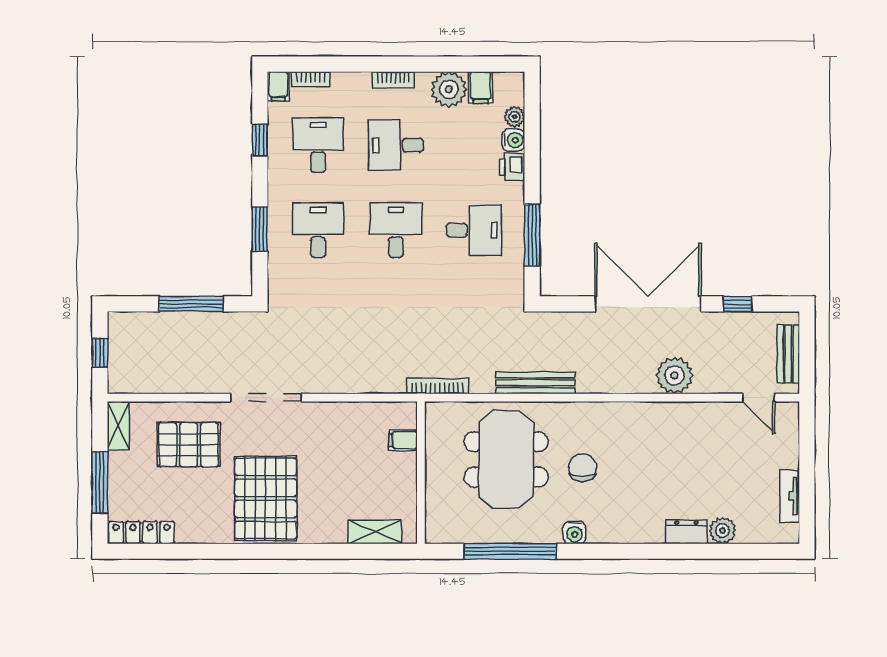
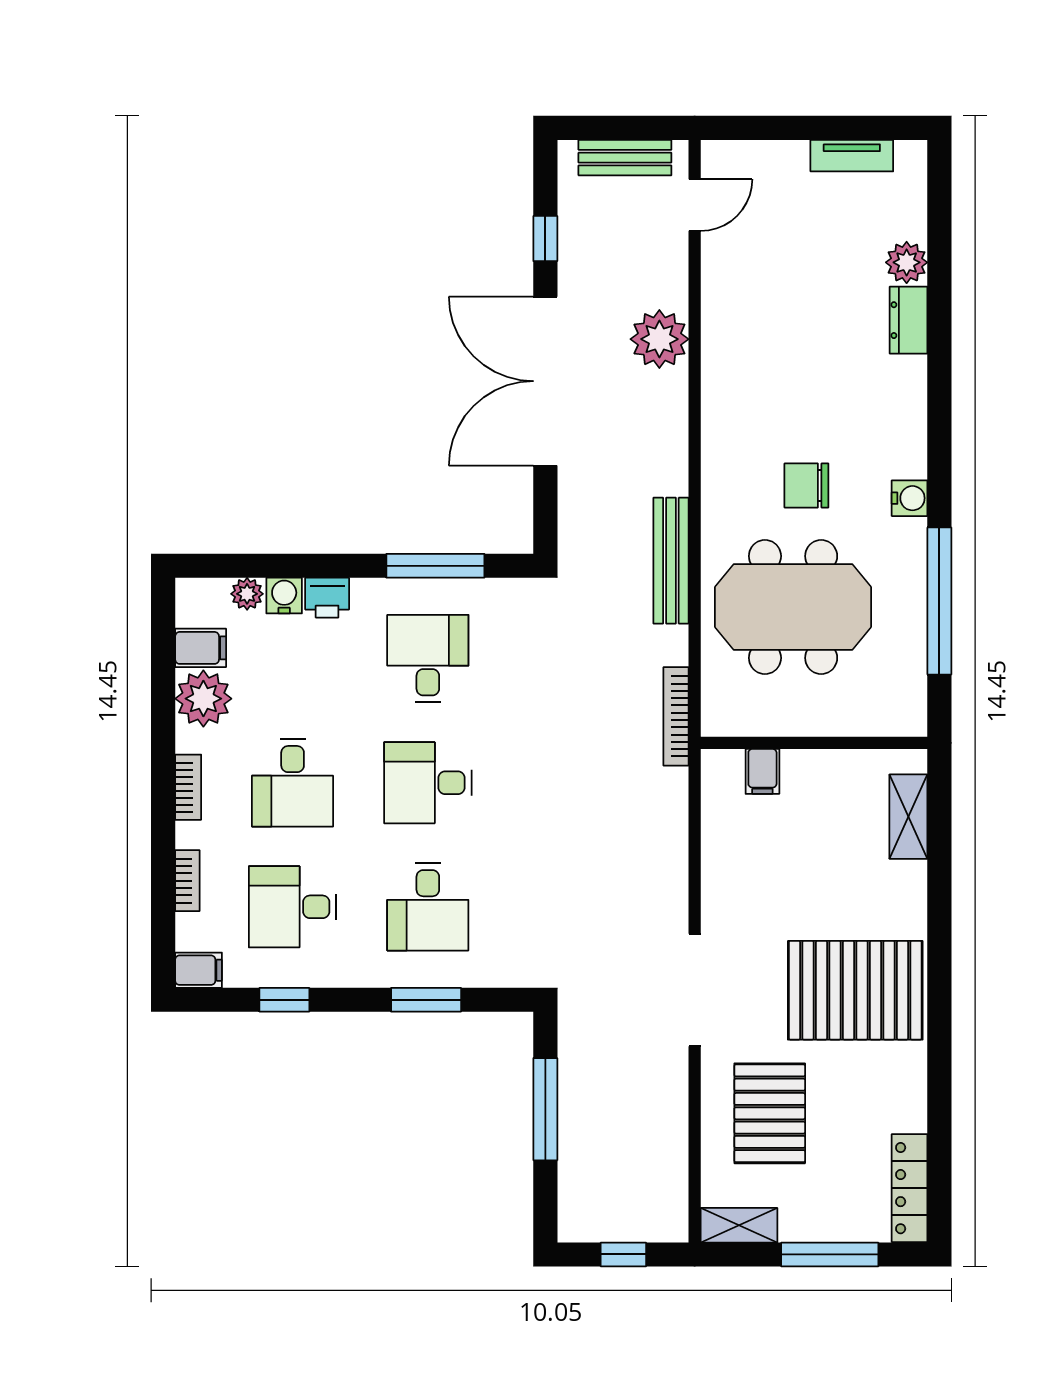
bookcase: (311, 79) -> (187, 881), moved
desk: (318, 230) -> (428, 907), turned -90

